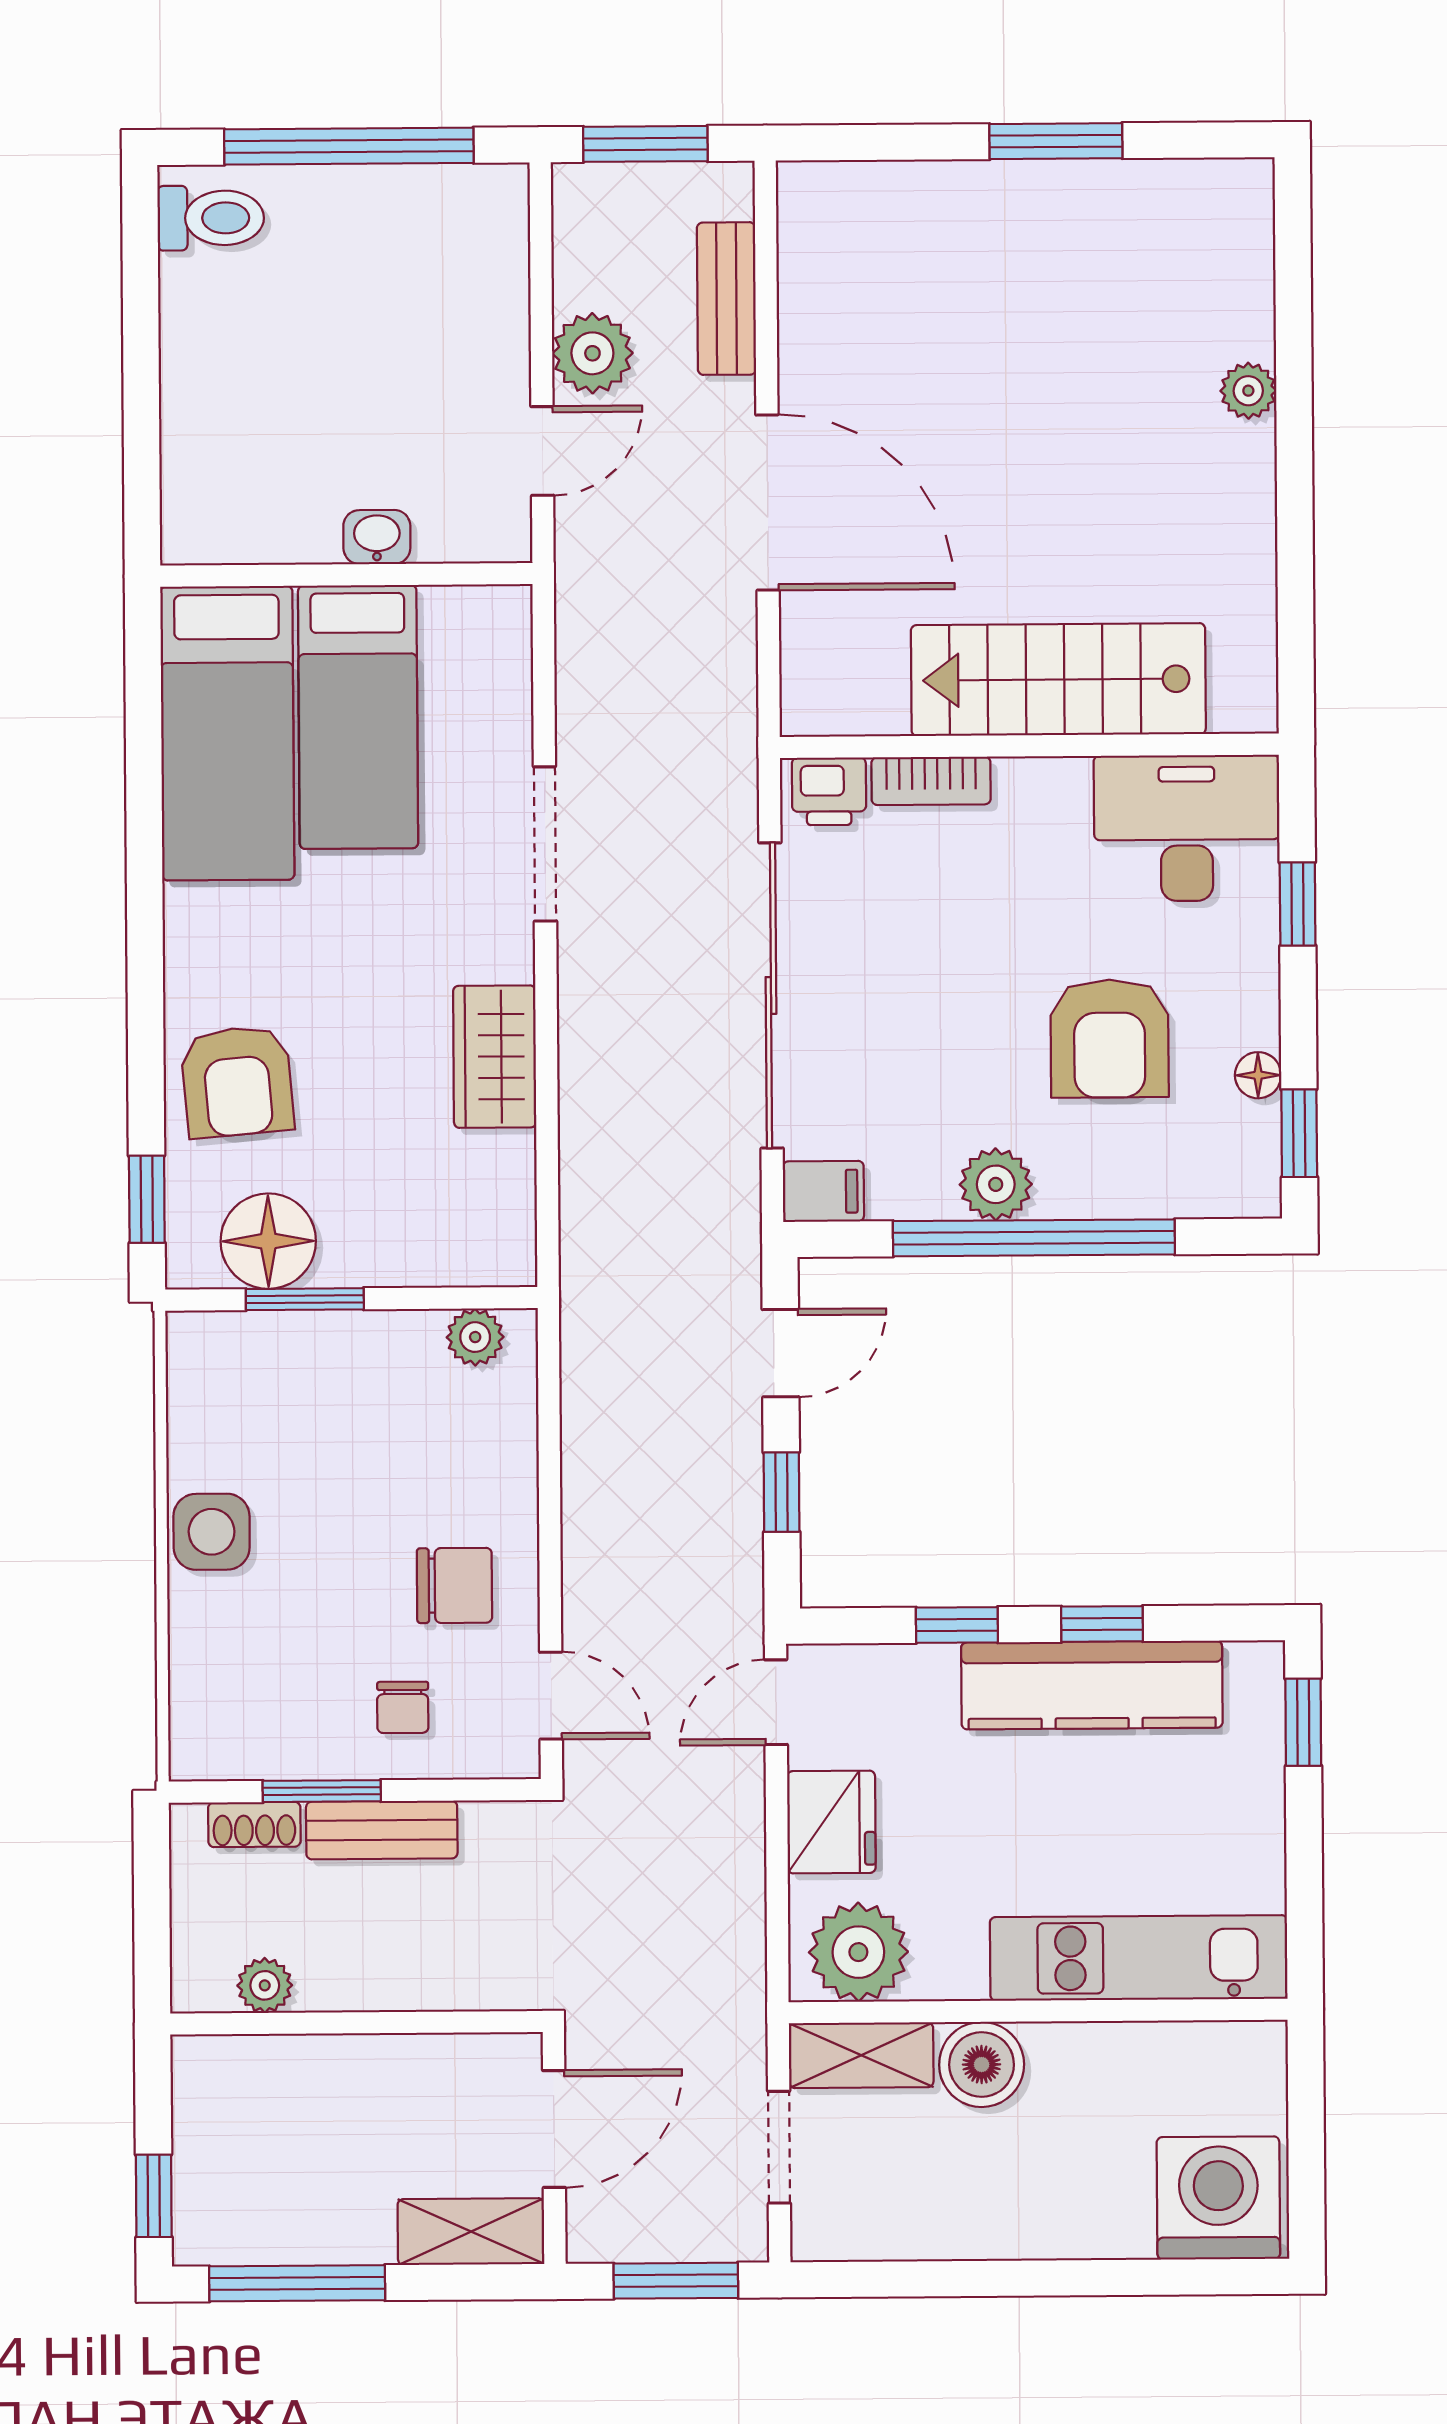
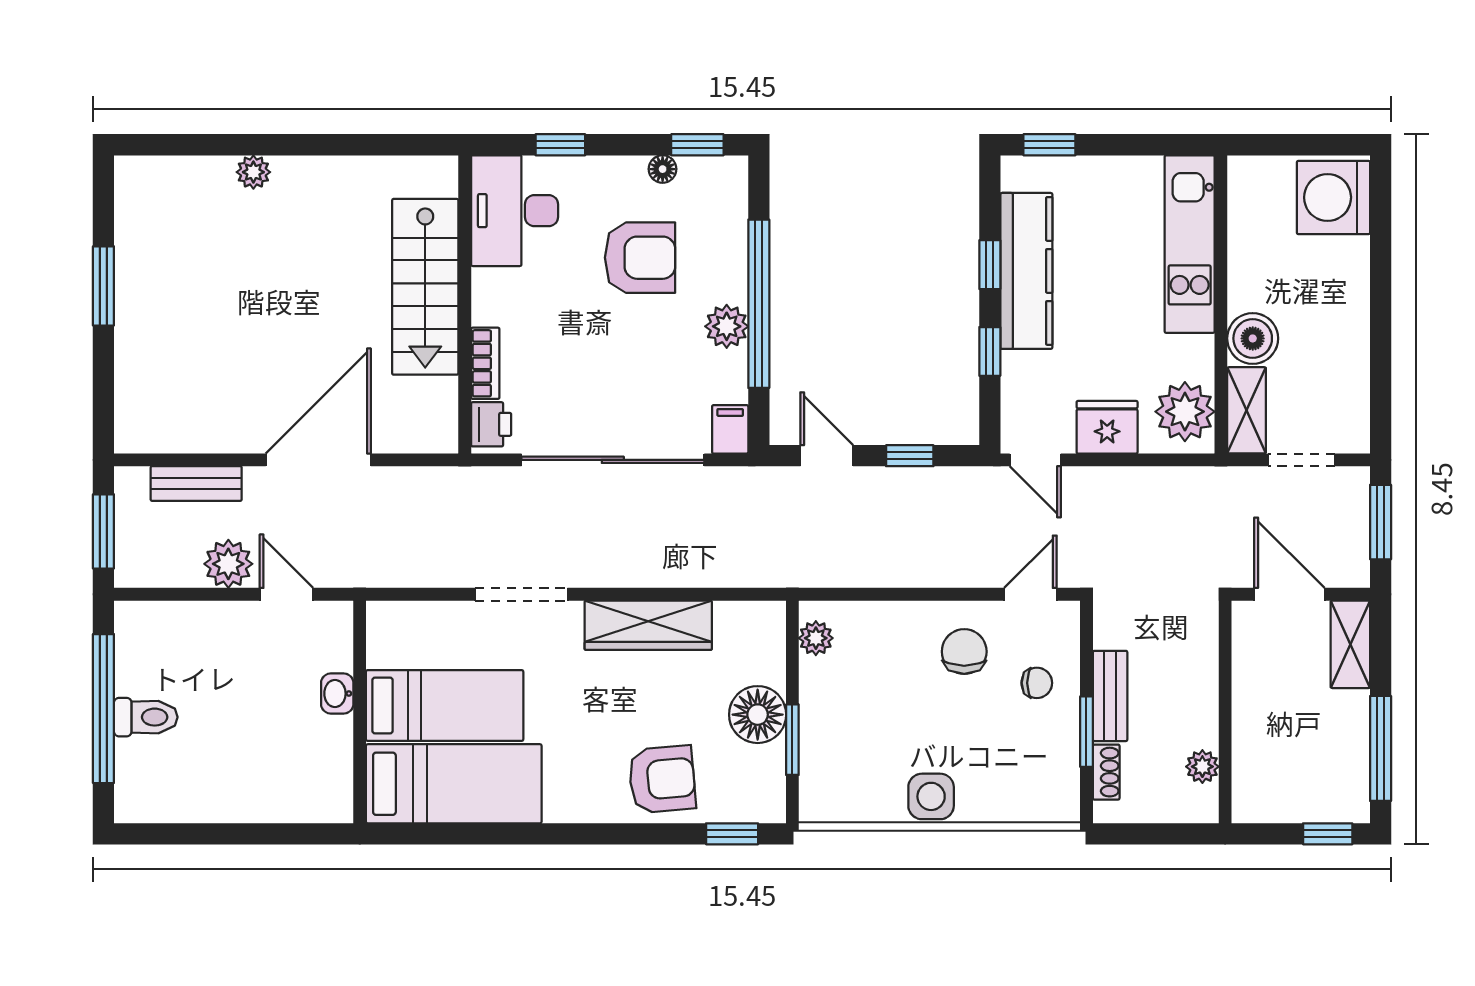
toilet: (211, 218) -> (146, 717), moved, turned 90
wardrobe: (495, 1057) -> (648, 625), width x1.50
floor lamp: (268, 1241) -> (758, 715), moved

